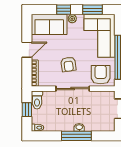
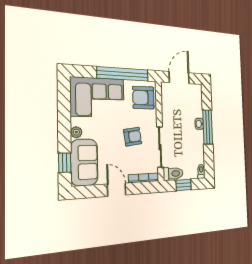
window: (64, 10) -> (65, 163), moved
window: (93, 10) -> (64, 105), removed
sliding door: (73, 89) -> (160, 147), moved

